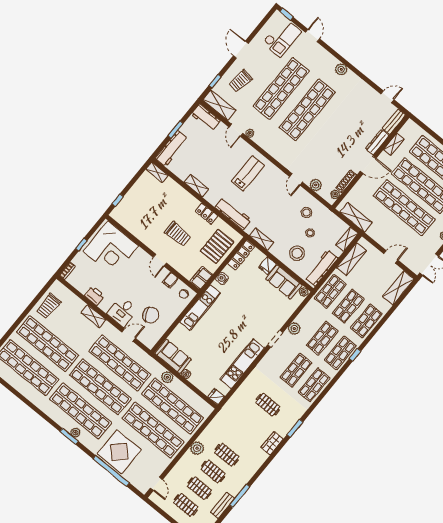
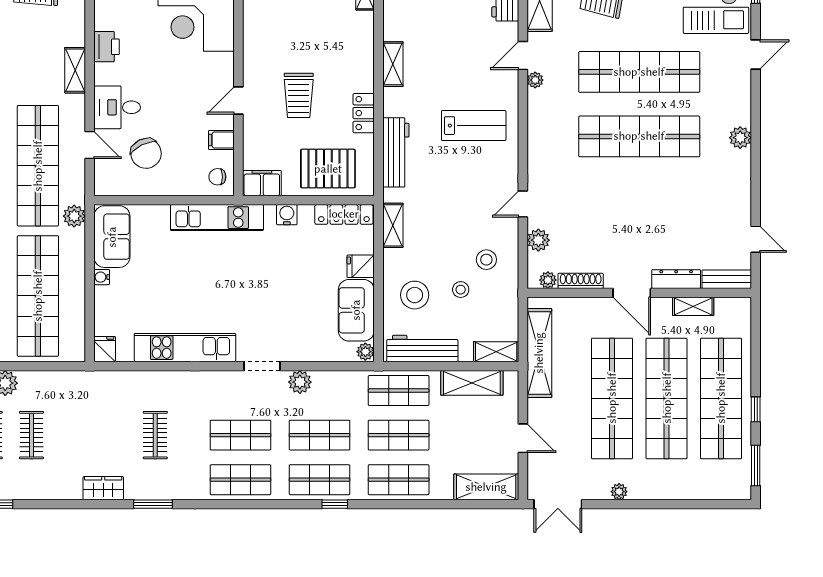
shelving: (356, 217) -> (539, 353), width x1.47
plant: (167, 377) -> (74, 216), moved

